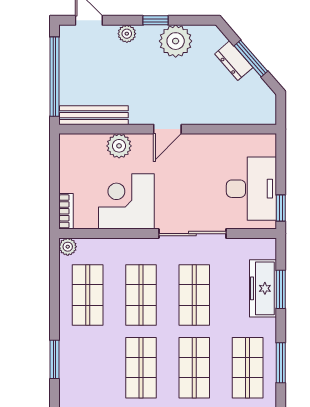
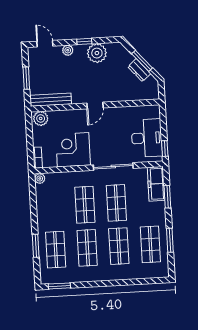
dresser: (234, 61) -> (139, 70), moved
window: (55, 77) -> (26, 78), width x0.47
plant: (119, 146) -> (41, 118), moved
freezer: (263, 288) -> (156, 184), moved
shop shelf: (88, 295) -> (56, 250), moved

